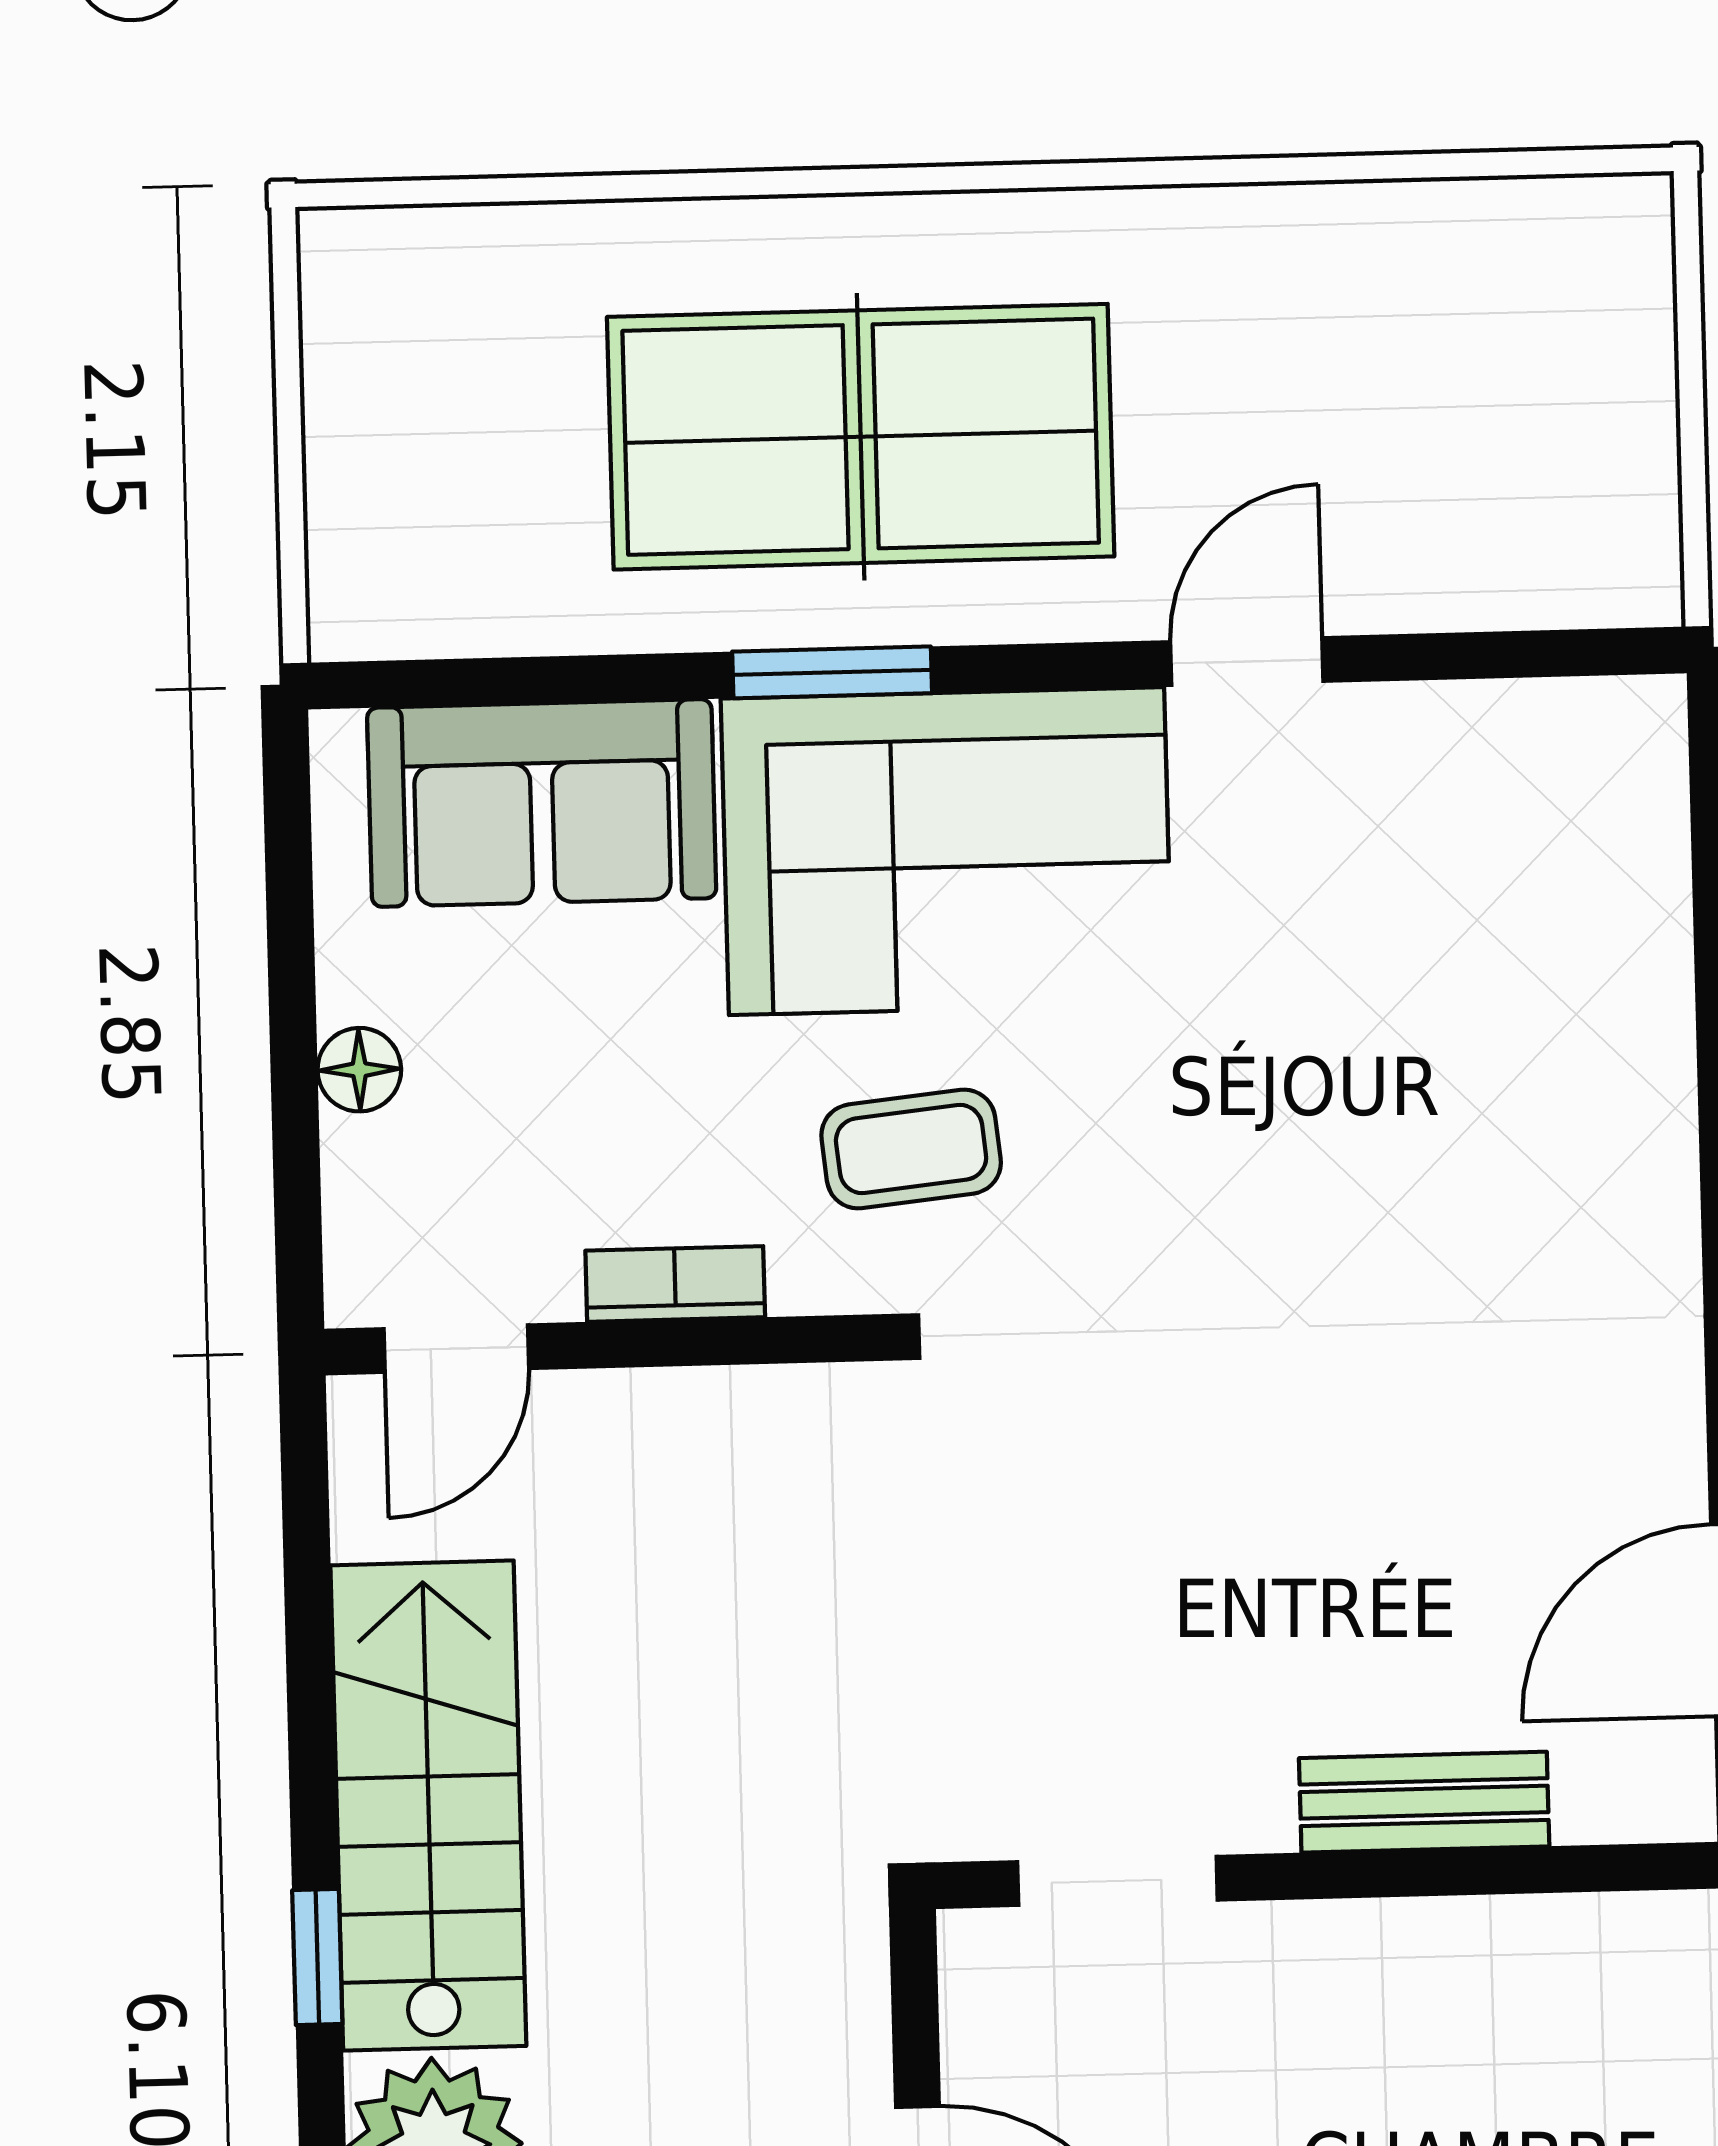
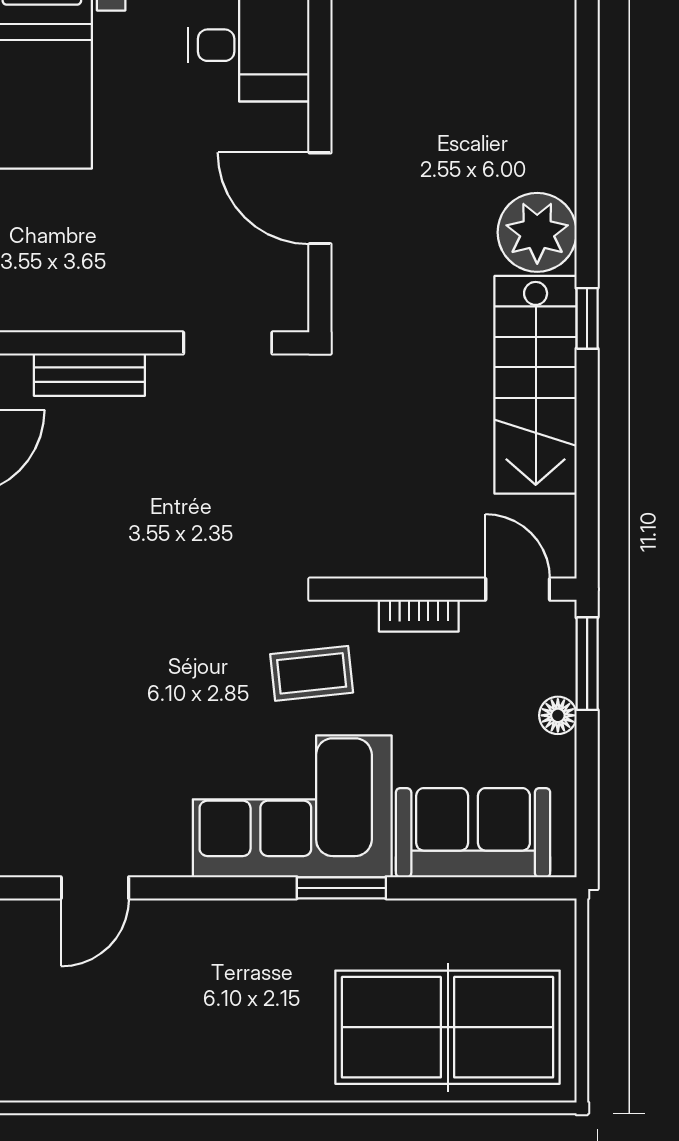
table tennis table: (861, 437) -> (448, 1027), moved
door: (1247, 662) -> (95, 888), moved
window: (297, 1187) -> (587, 664), added
door: (456, 1349) -> (518, 589), hinge flipped

